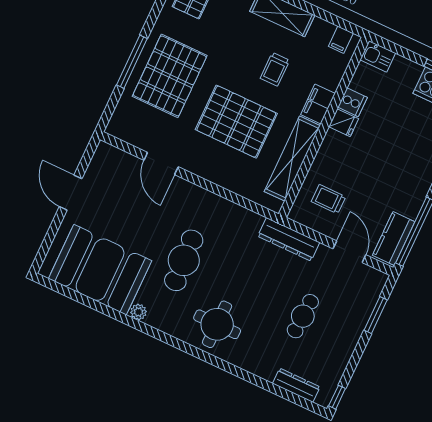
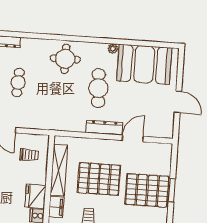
window: (132, 62) -> (172, 190), width x0.69
pallet: (170, 76) -> (147, 190), turned 90
fridge: (344, 123) -> (35, 196), width x1.88, depth x1.34
door: (161, 164) -> (133, 138), hinge flipped
dresser: (289, 239) -> (104, 128), moved

